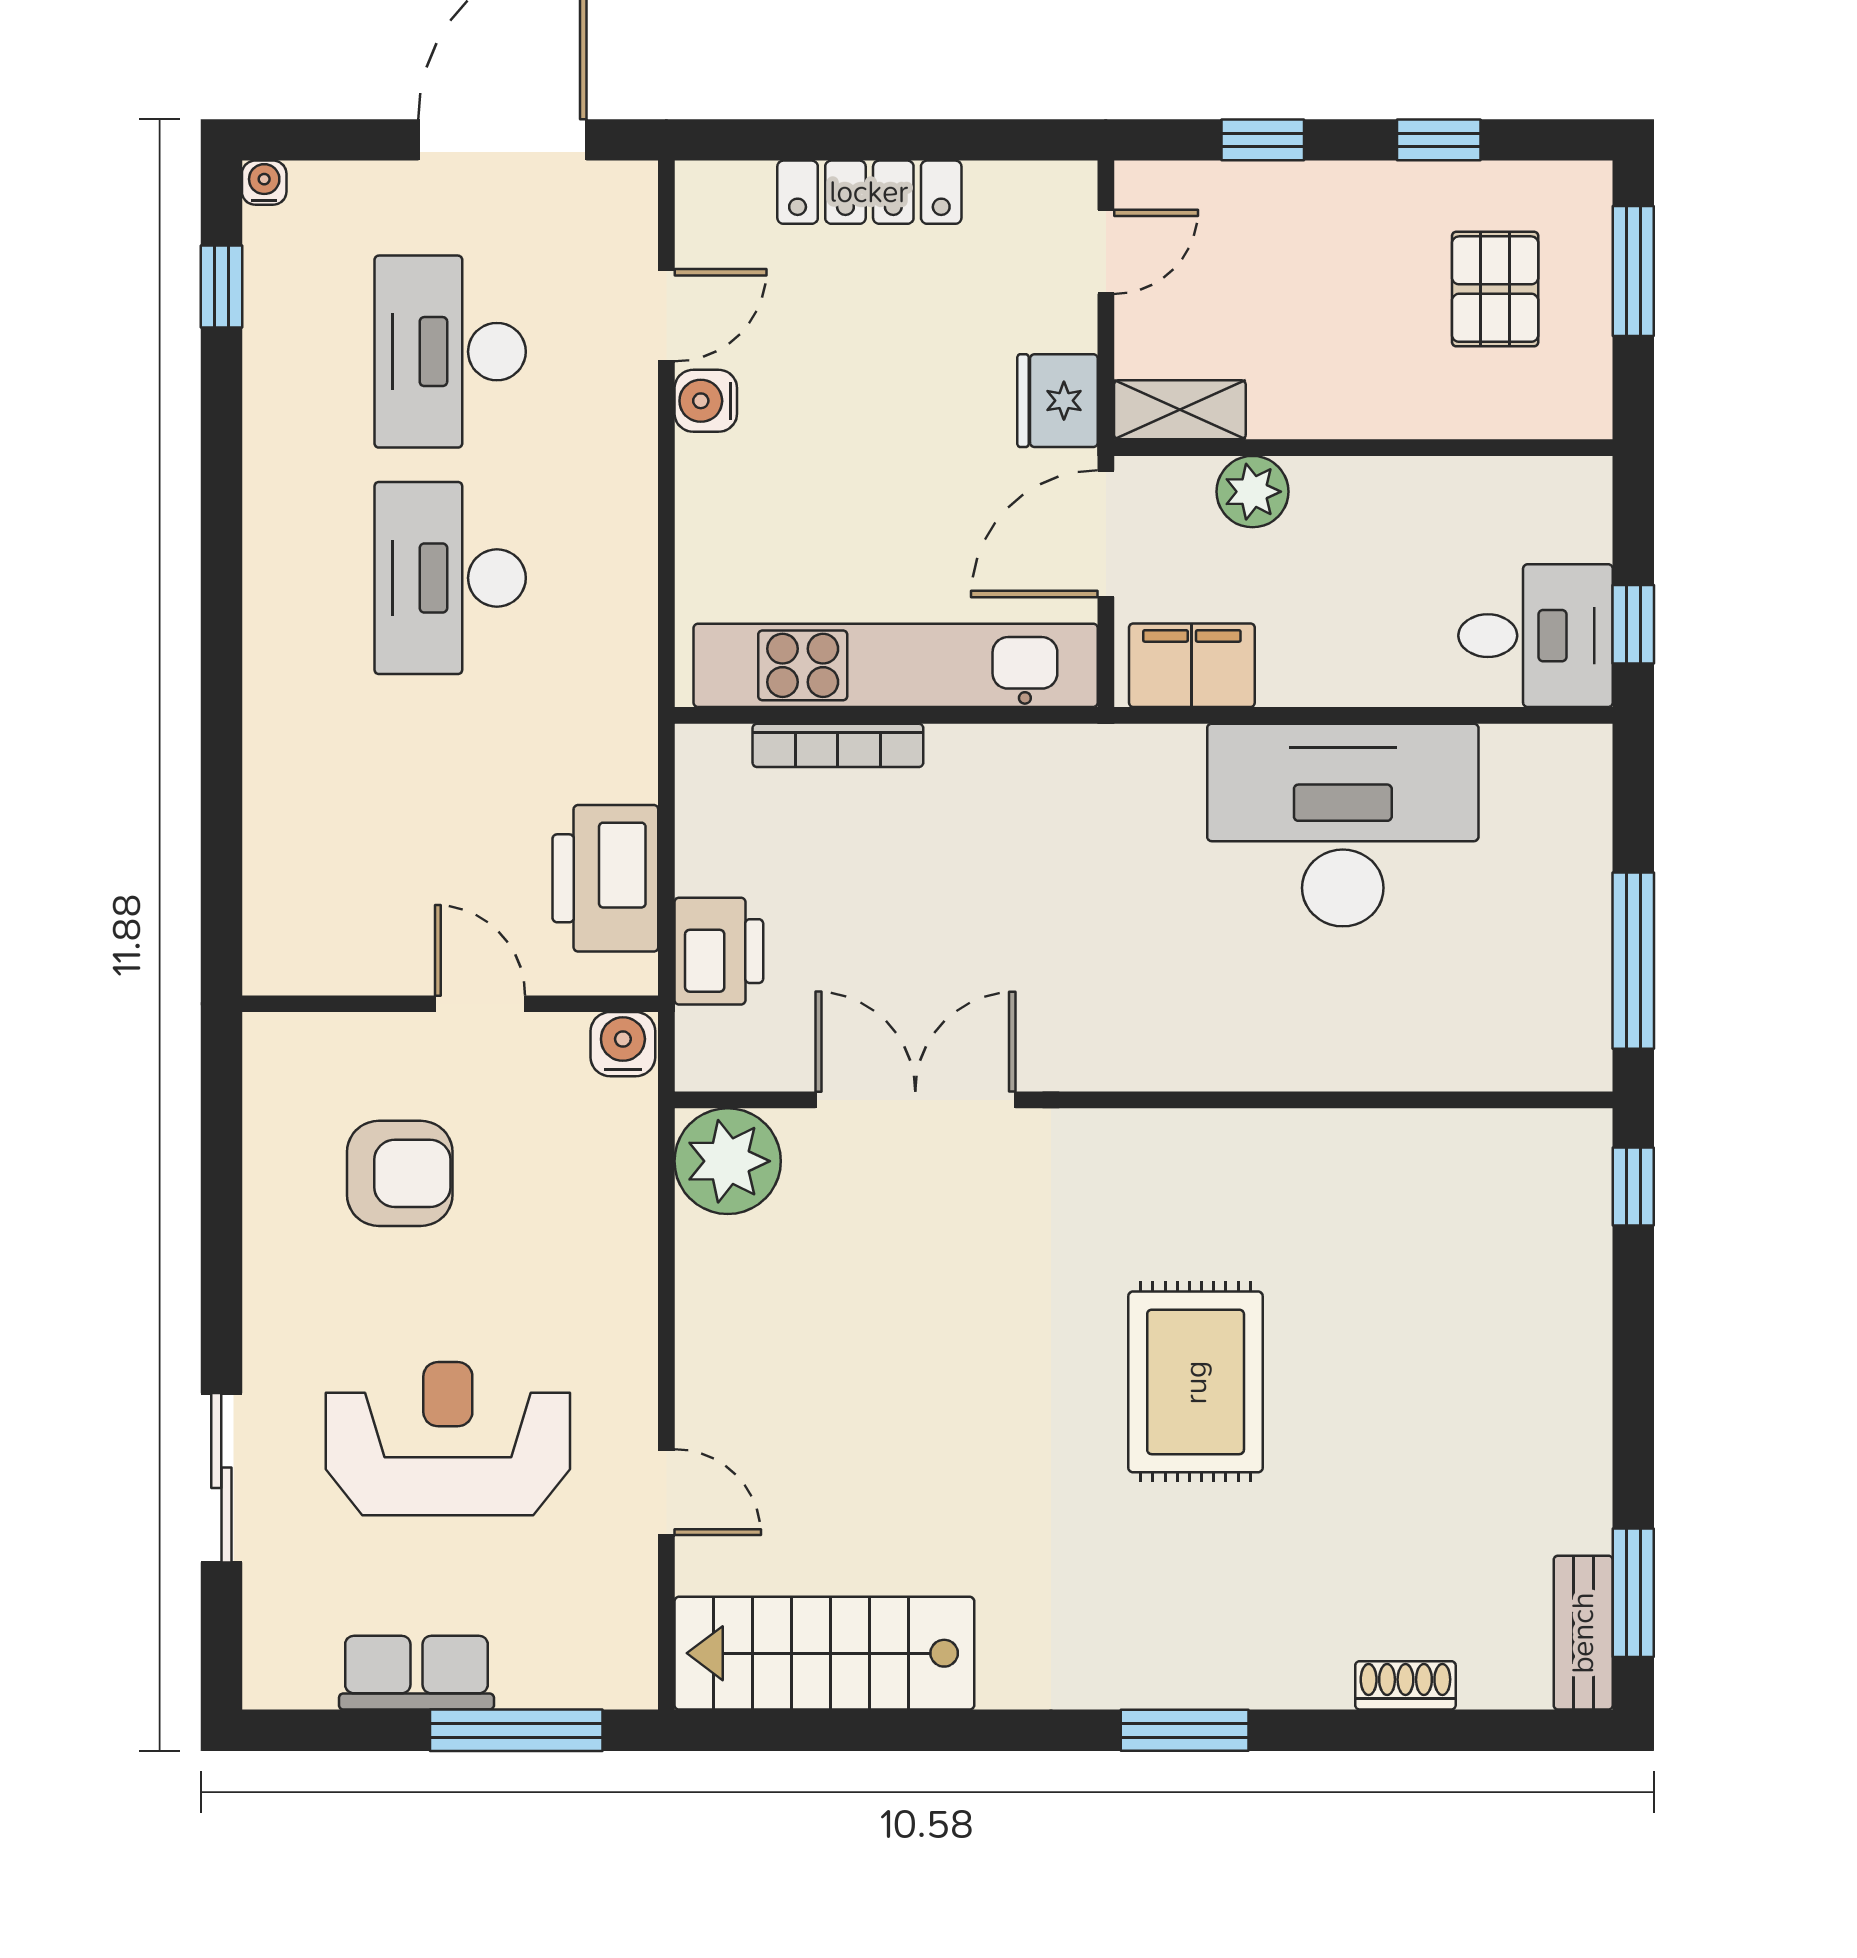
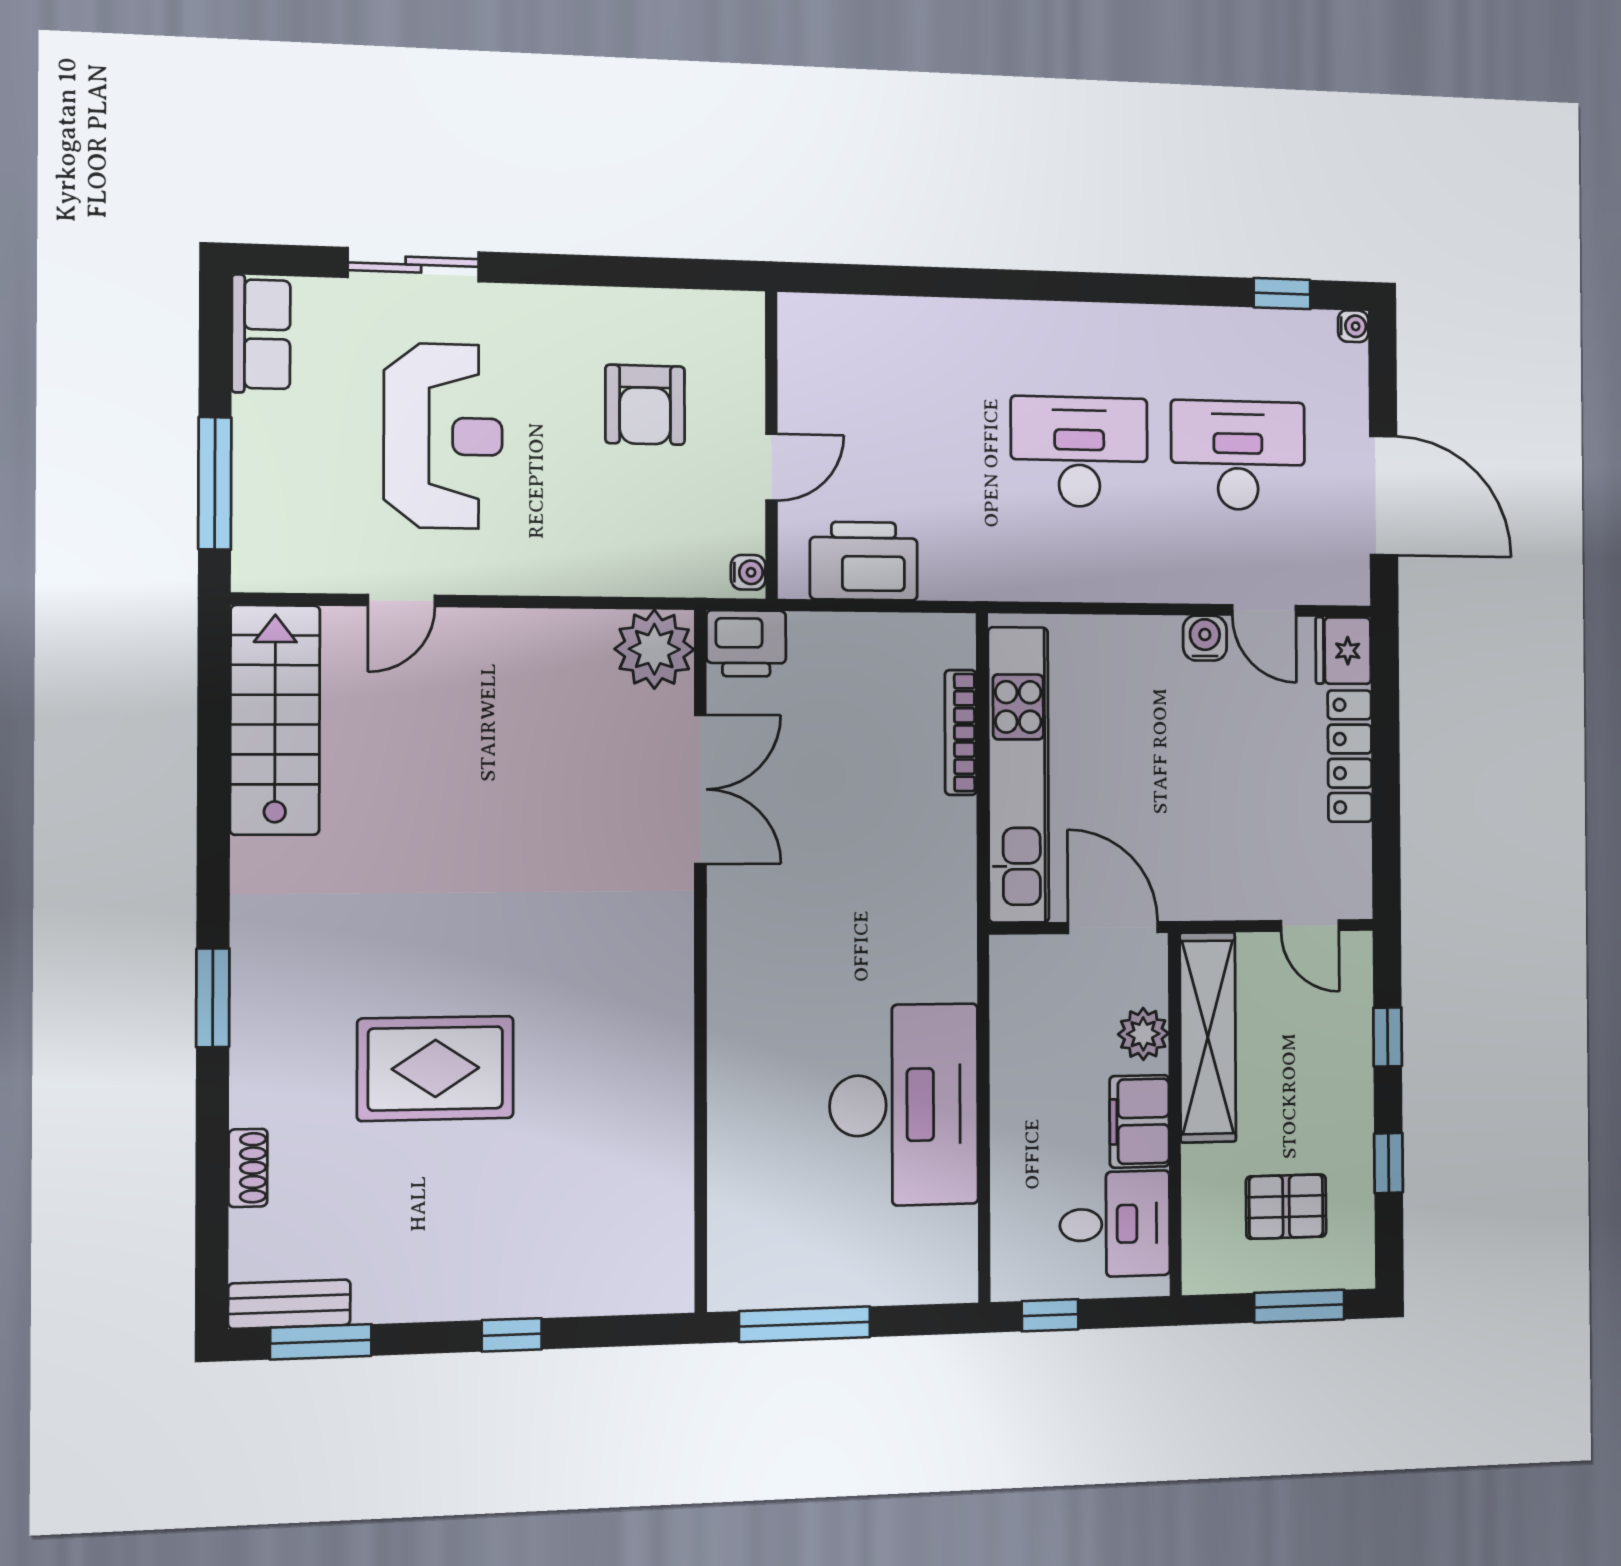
fridge: (1058, 401) -> (1343, 651), moved, turned -90
shelving: (1180, 410) -> (1208, 1037), width x2.20, depth x1.33
desk: (1536, 636) -> (1115, 1224), moved, turned -90
filing cabinet: (1192, 665) -> (1139, 1121), moved, turned 180
printer: (719, 951) -> (746, 643), moved
water cooler: (623, 1044) -> (748, 572), width x0.72, depth x0.72
window: (1633, 1186) -> (512, 1335), moved
rug: (1196, 1382) -> (435, 1068), moved
row of seats: (416, 1673) -> (261, 334), moved

